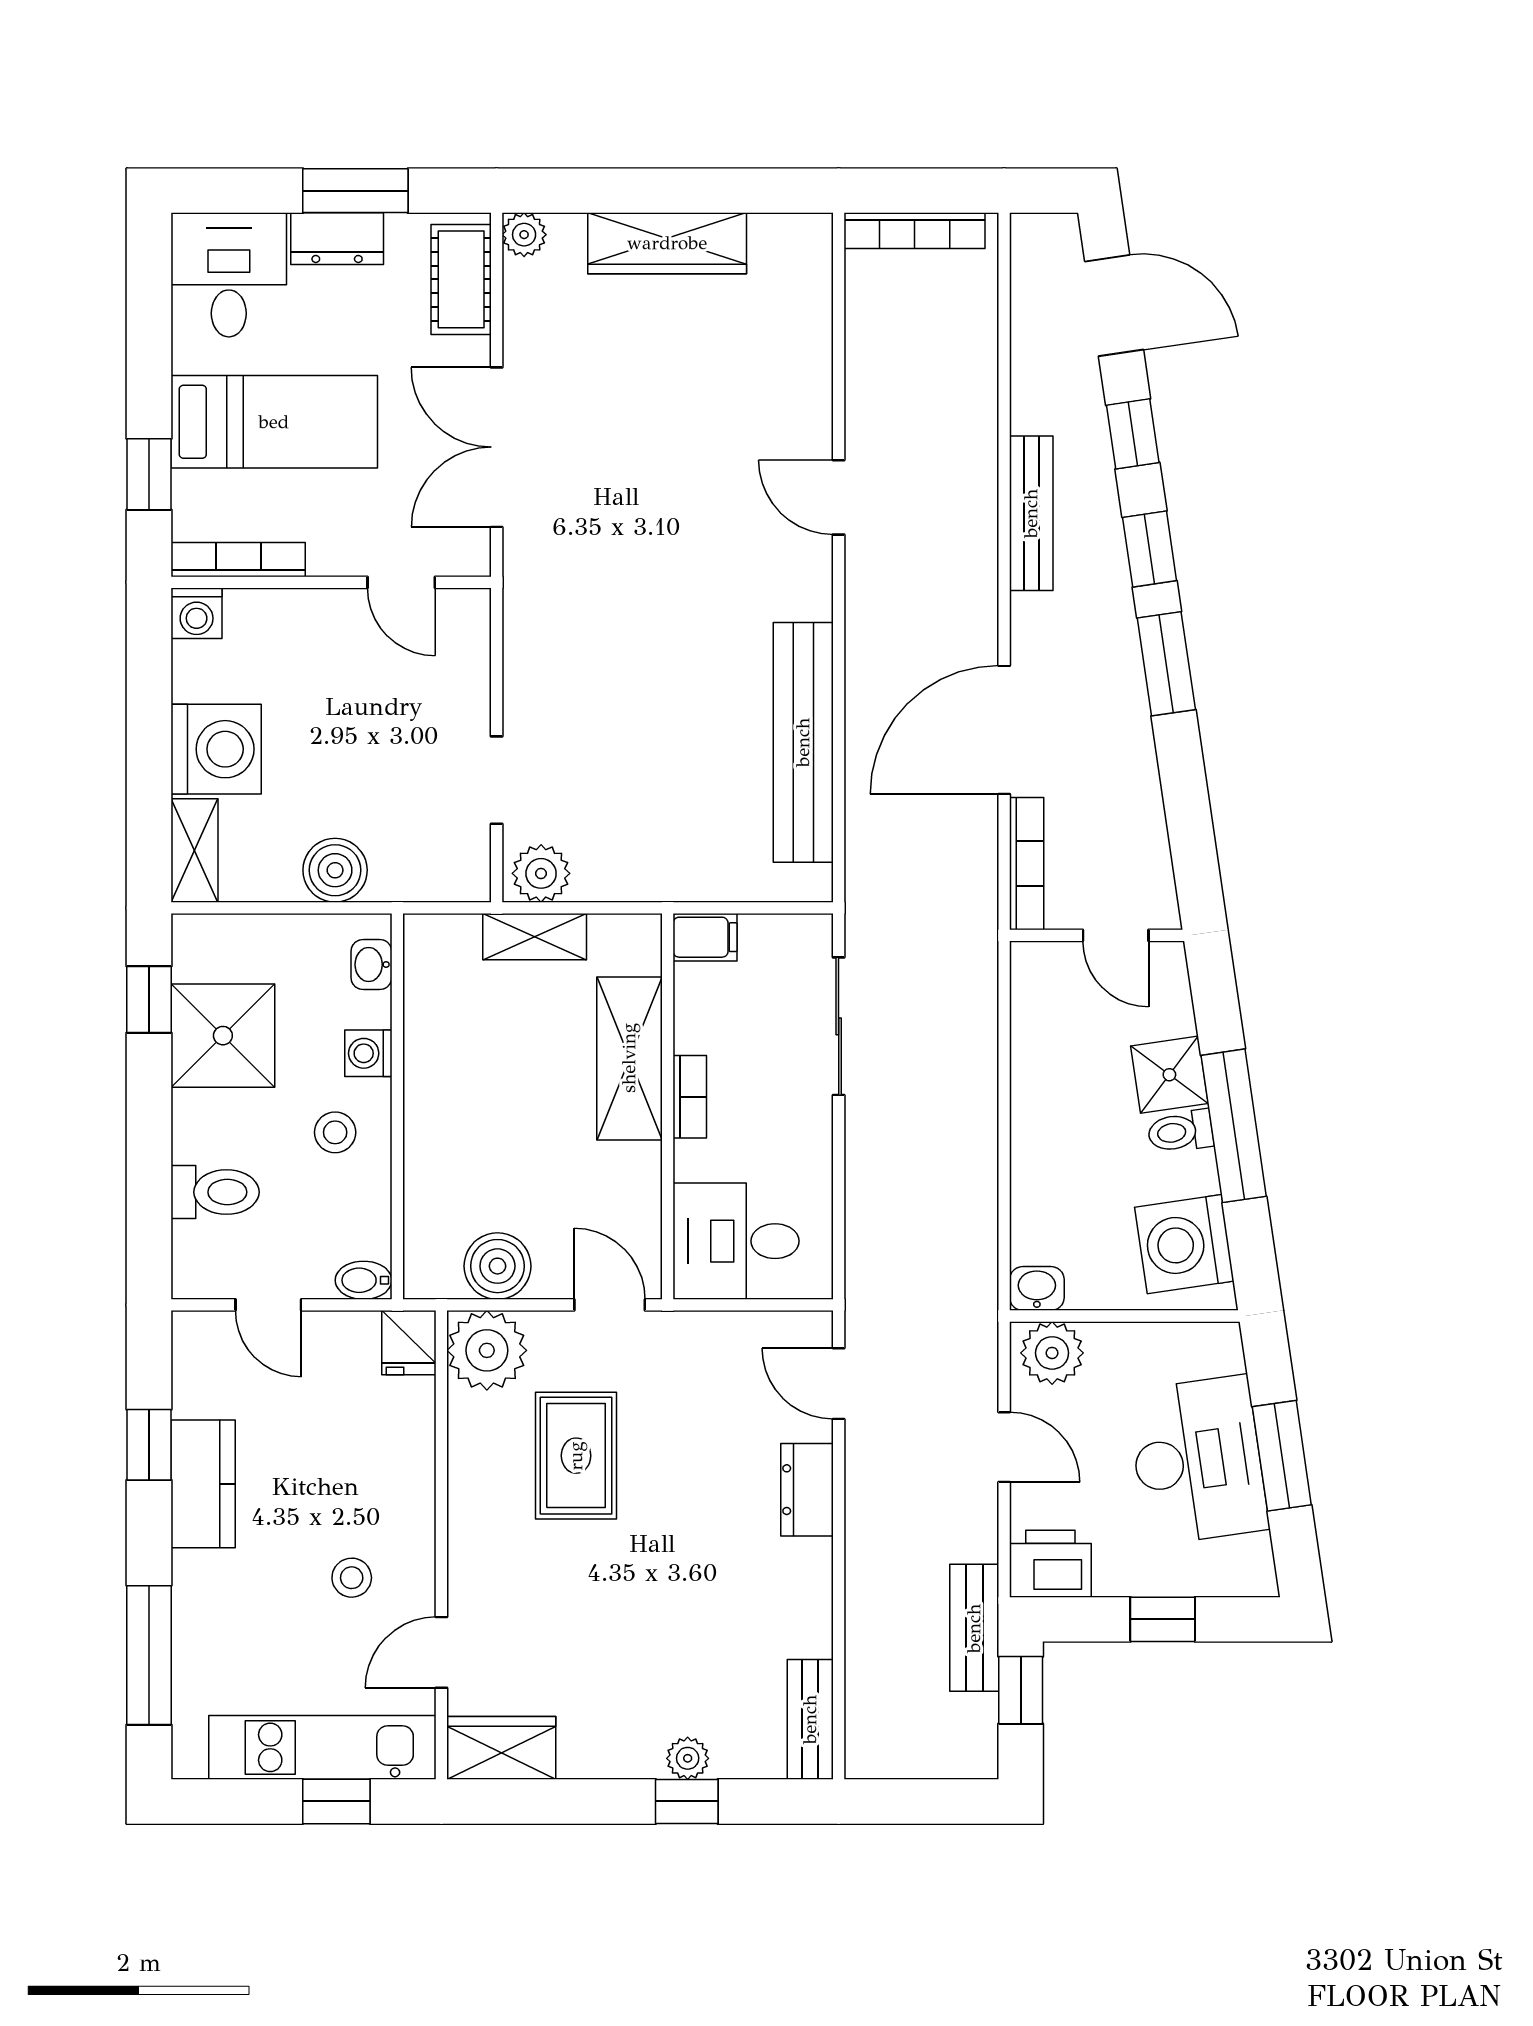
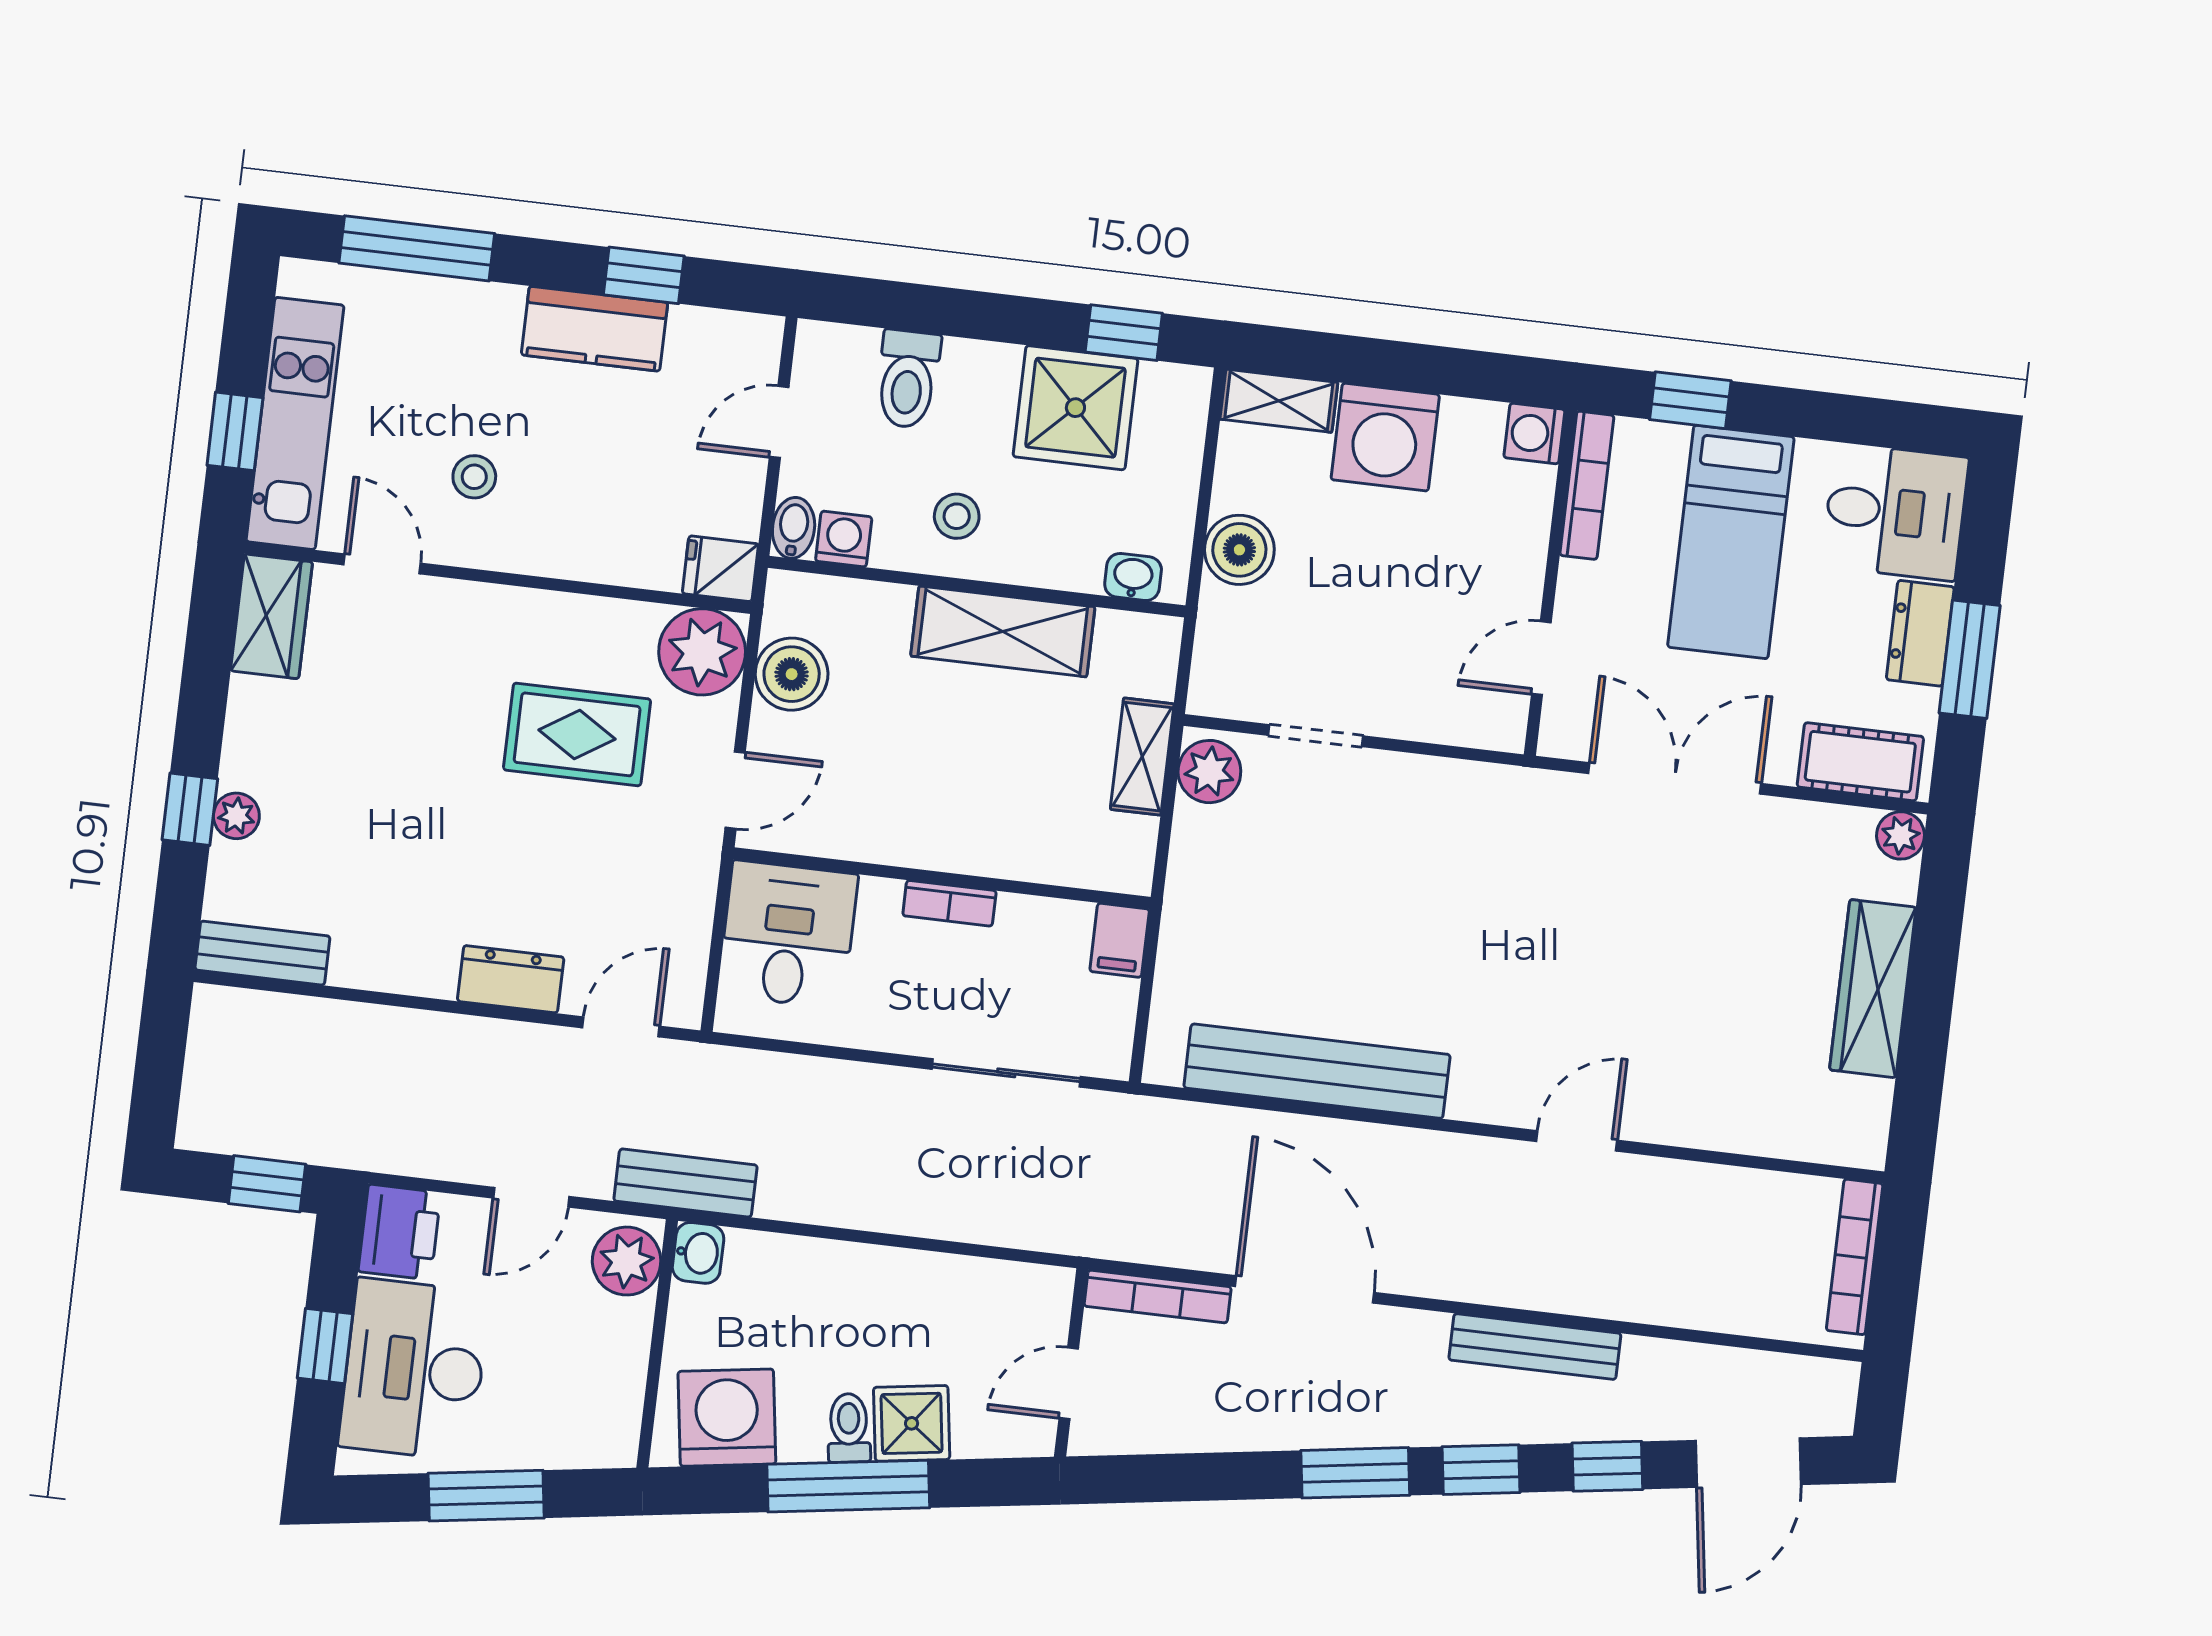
washing machine: (368, 1053) -> (844, 539), moved
shelving: (629, 1058) -> (1003, 631), moved
desk: (1198, 1460) -> (414, 1369), moved, turned 98
bench: (974, 1628) -> (685, 1183), moved

